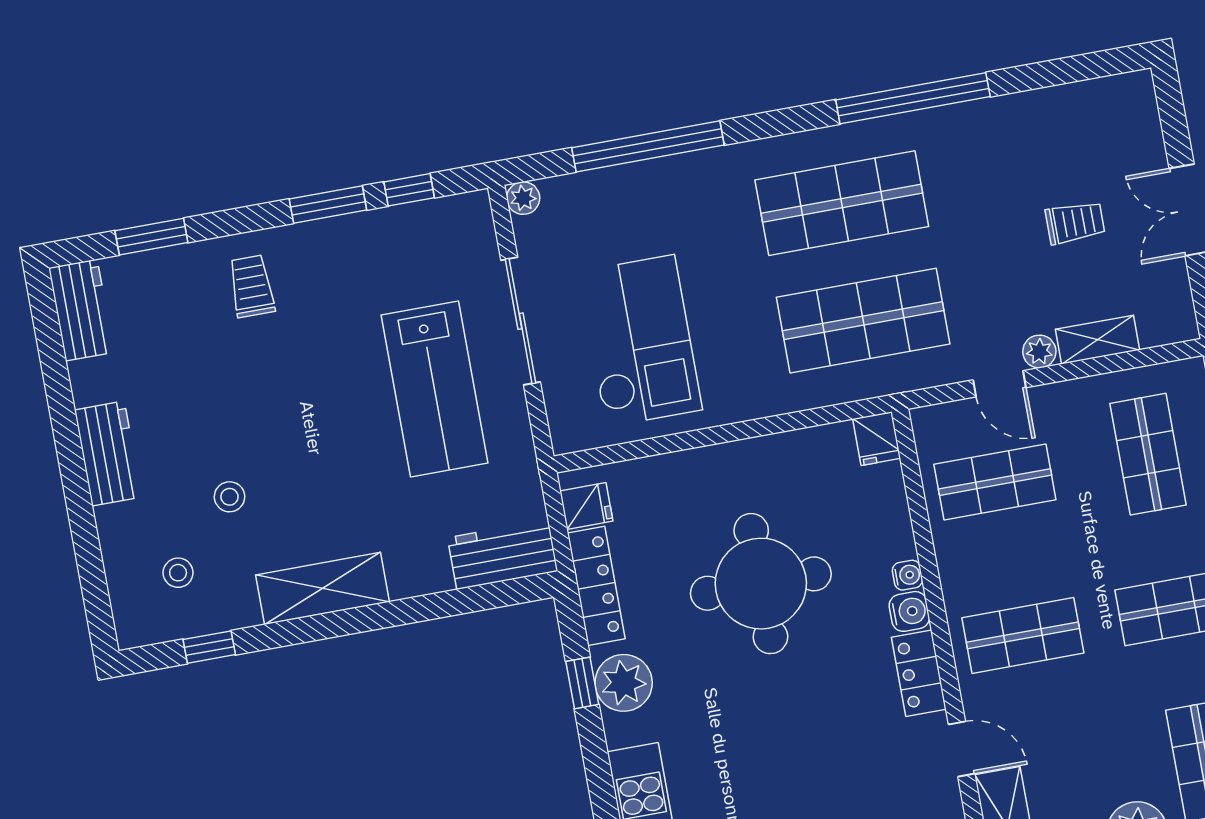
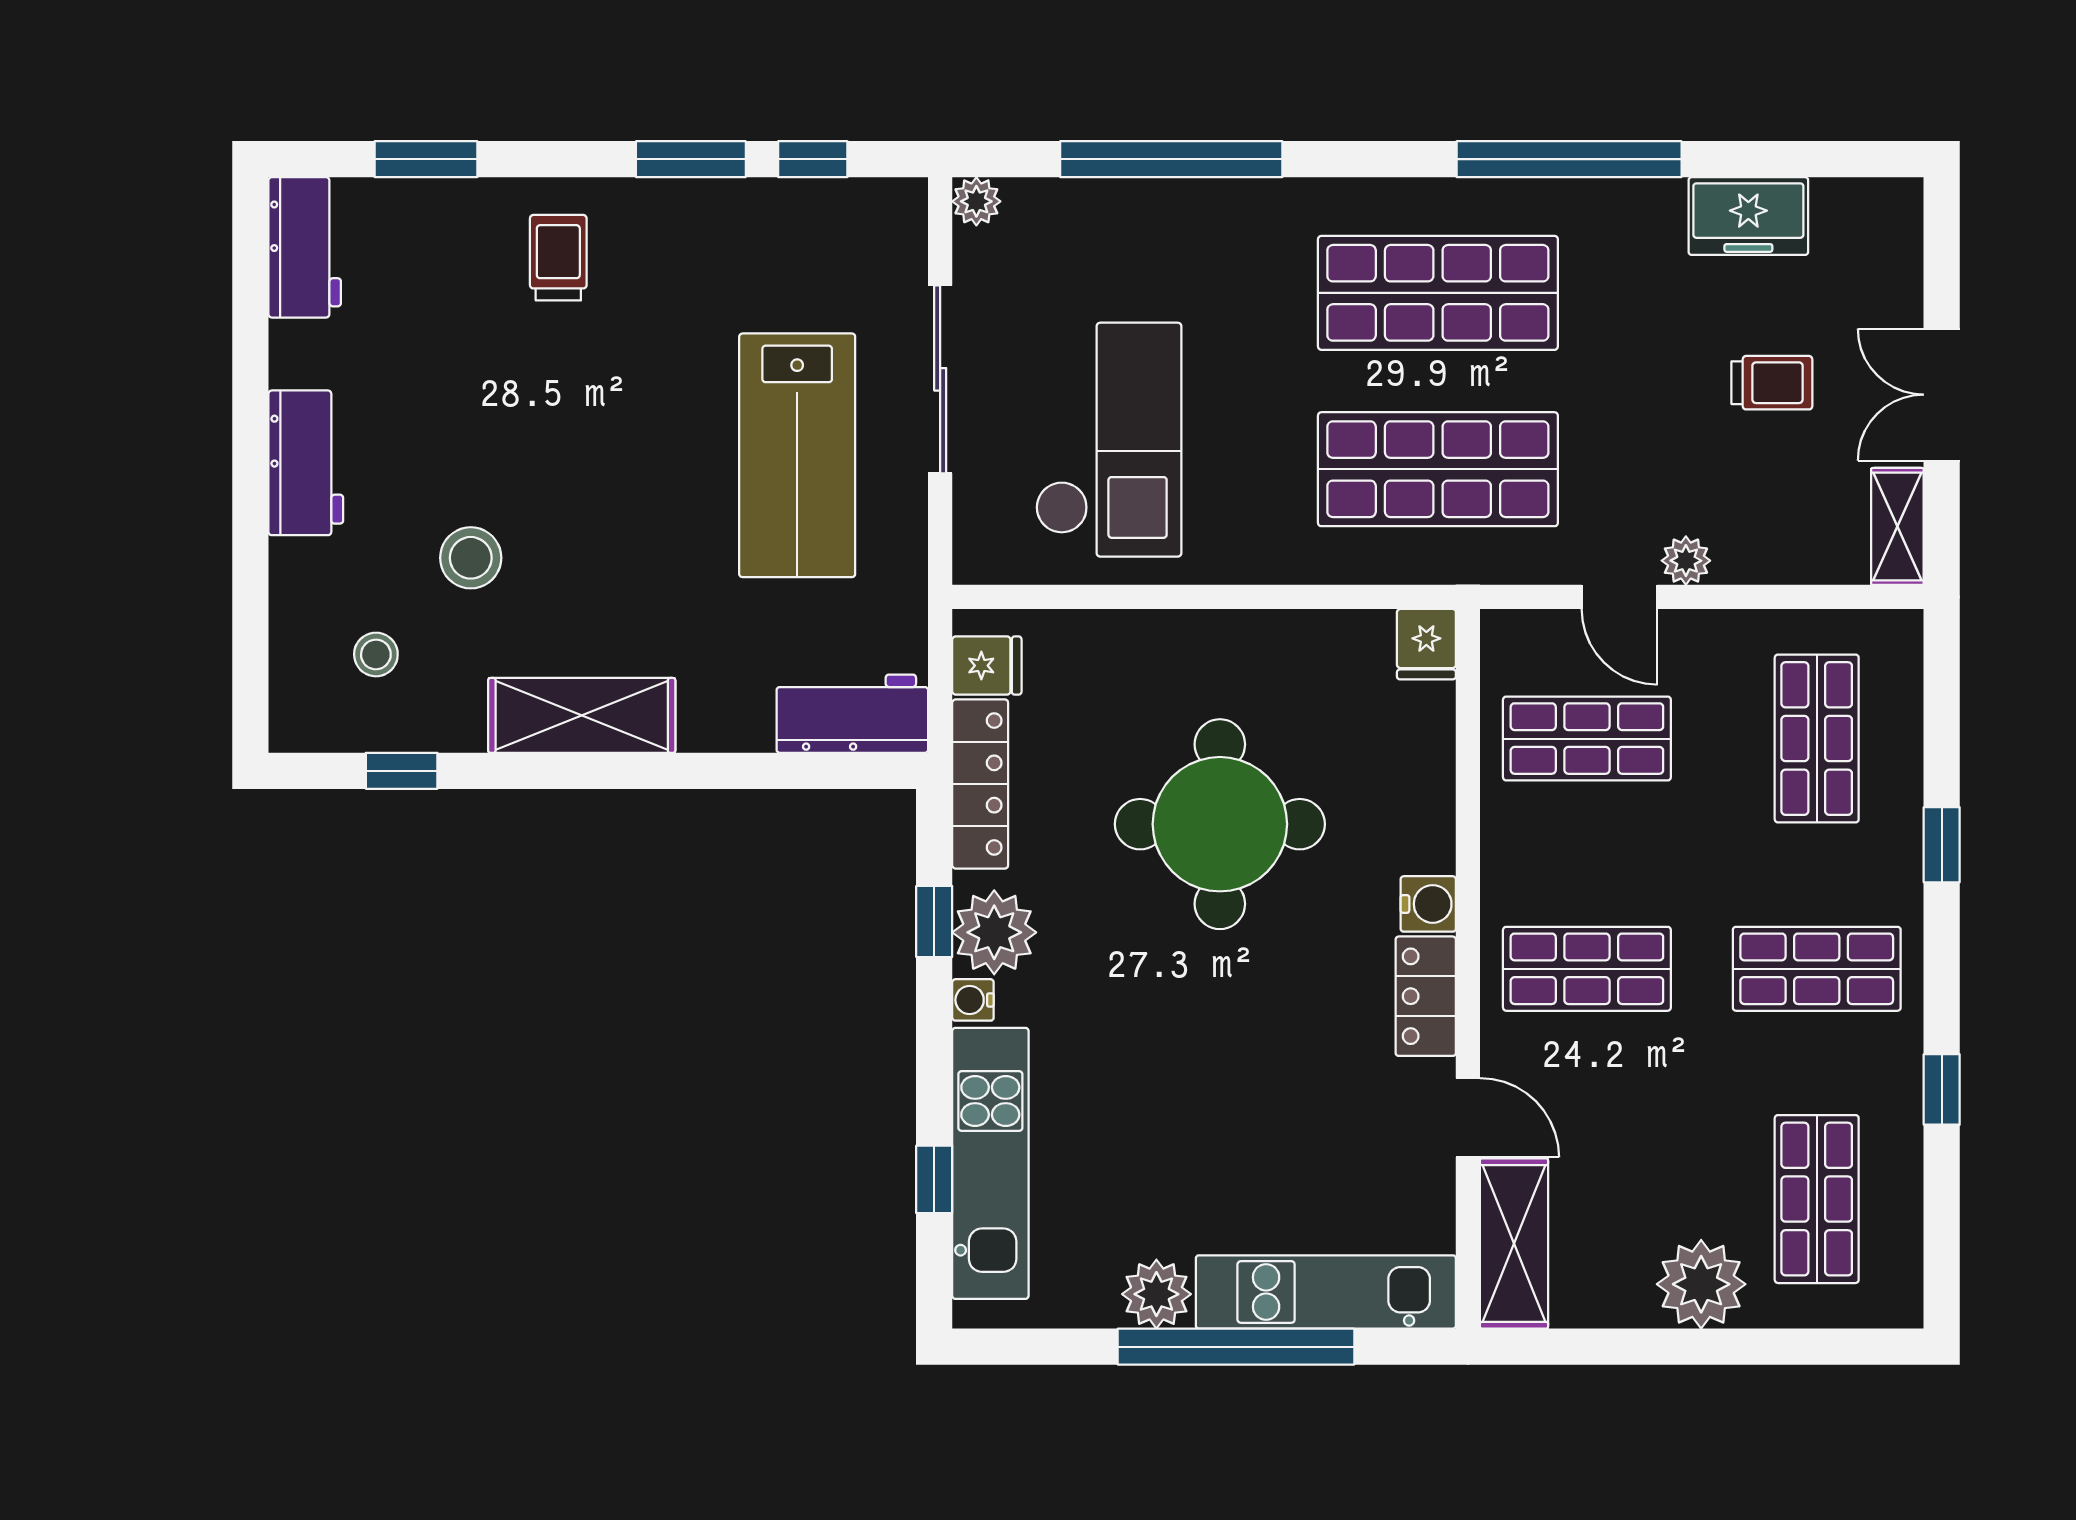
freezer: (1039, 114) -> (1748, 216), added
shelving: (1098, 340) -> (1897, 526), moved, turned 90
stool: (230, 497) -> (471, 558), width x1.37, depth x1.37
water cooler: (907, 575) -> (973, 1000), moved, turned 180

